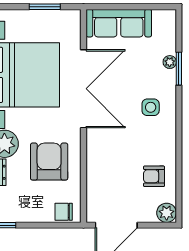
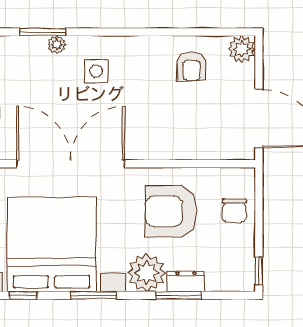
plant: (170, 62) -> (57, 45), moved
chair: (64, 212) -> (234, 210), moved

